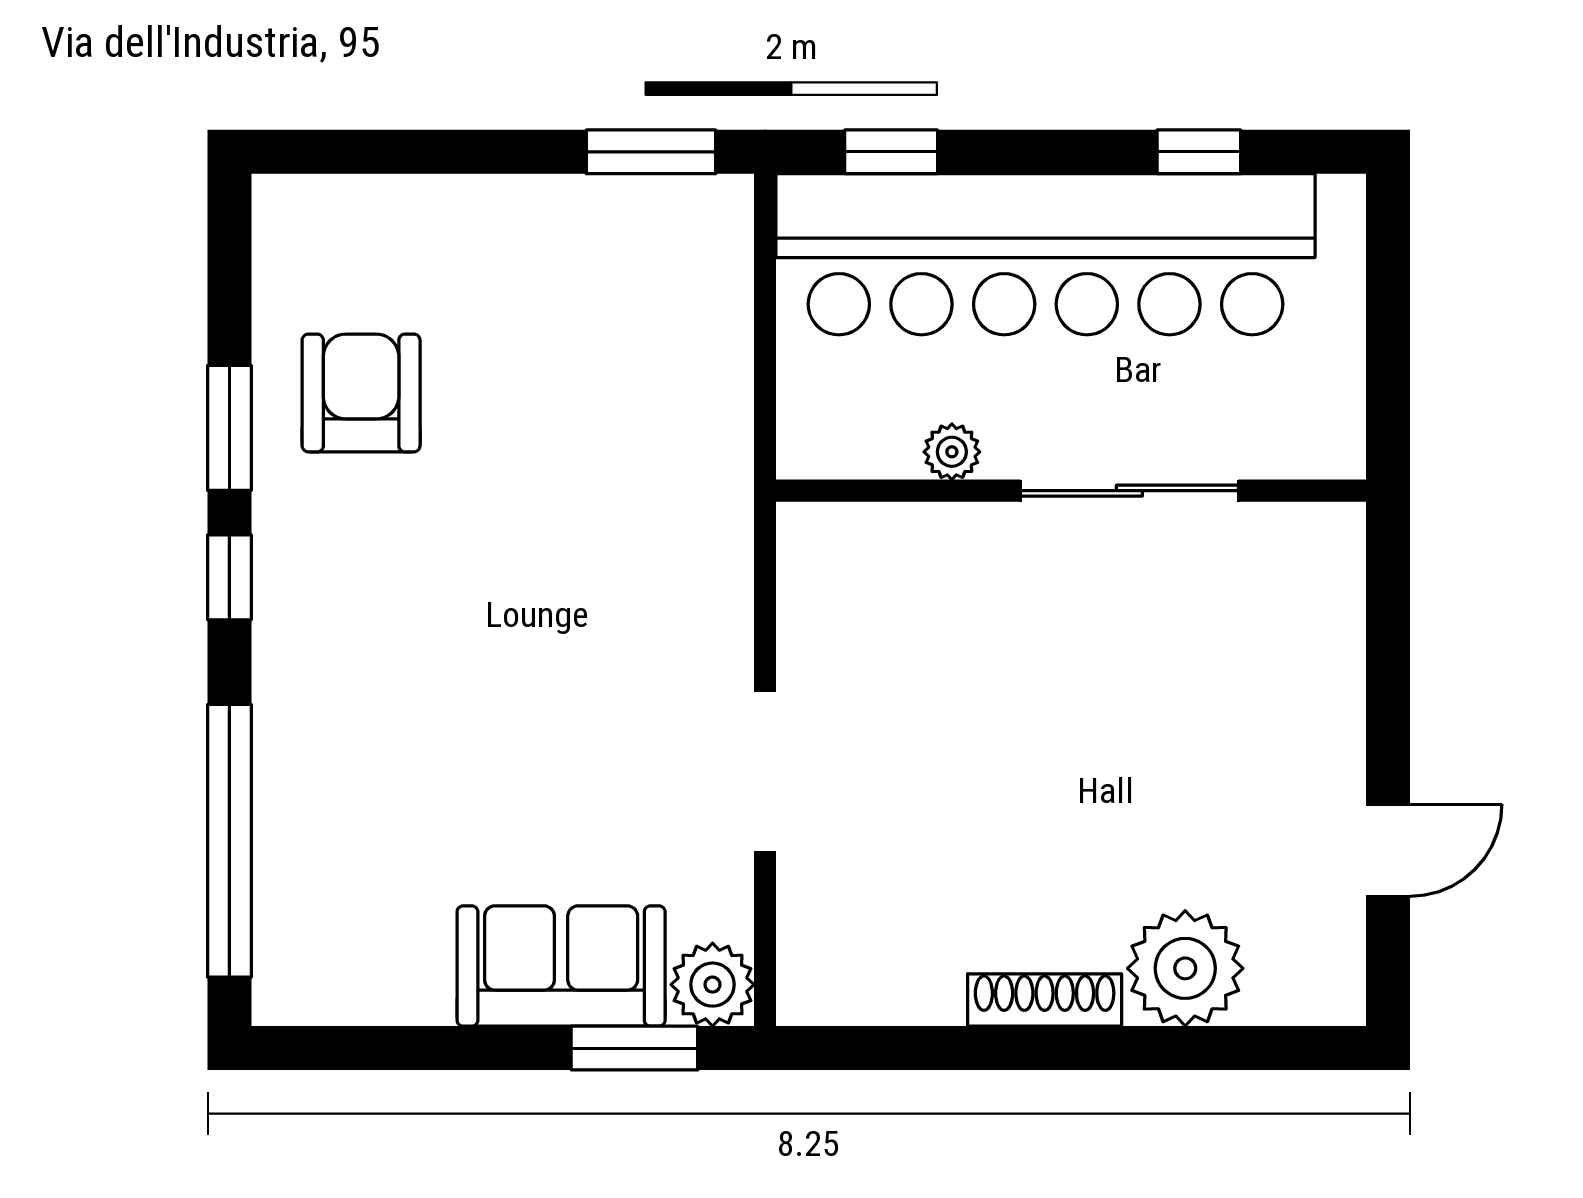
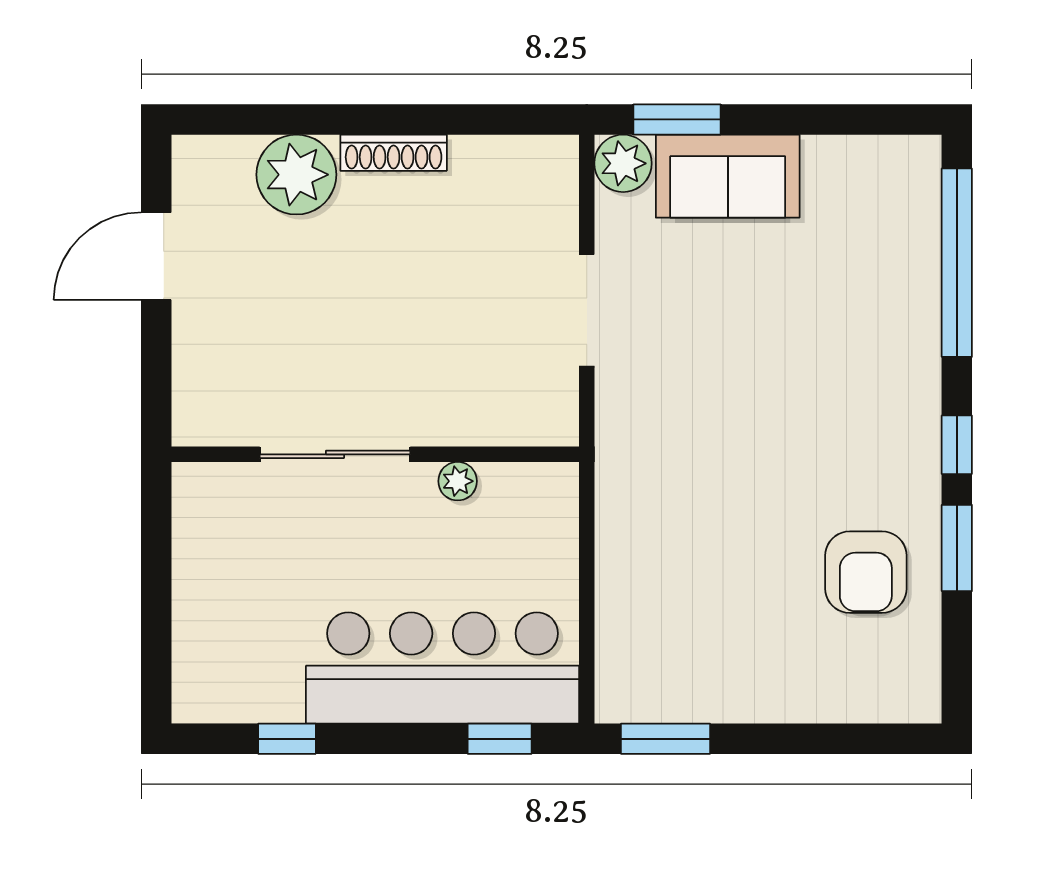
bar counter: (1045, 254) -> (443, 668), width x0.73
plant: (952, 452) -> (458, 481), moved
wall: (1071, 491) -> (375, 454), moved
sliding door: (1129, 491) -> (335, 454), moved
door: (1388, 850) -> (156, 256), width x1.38

